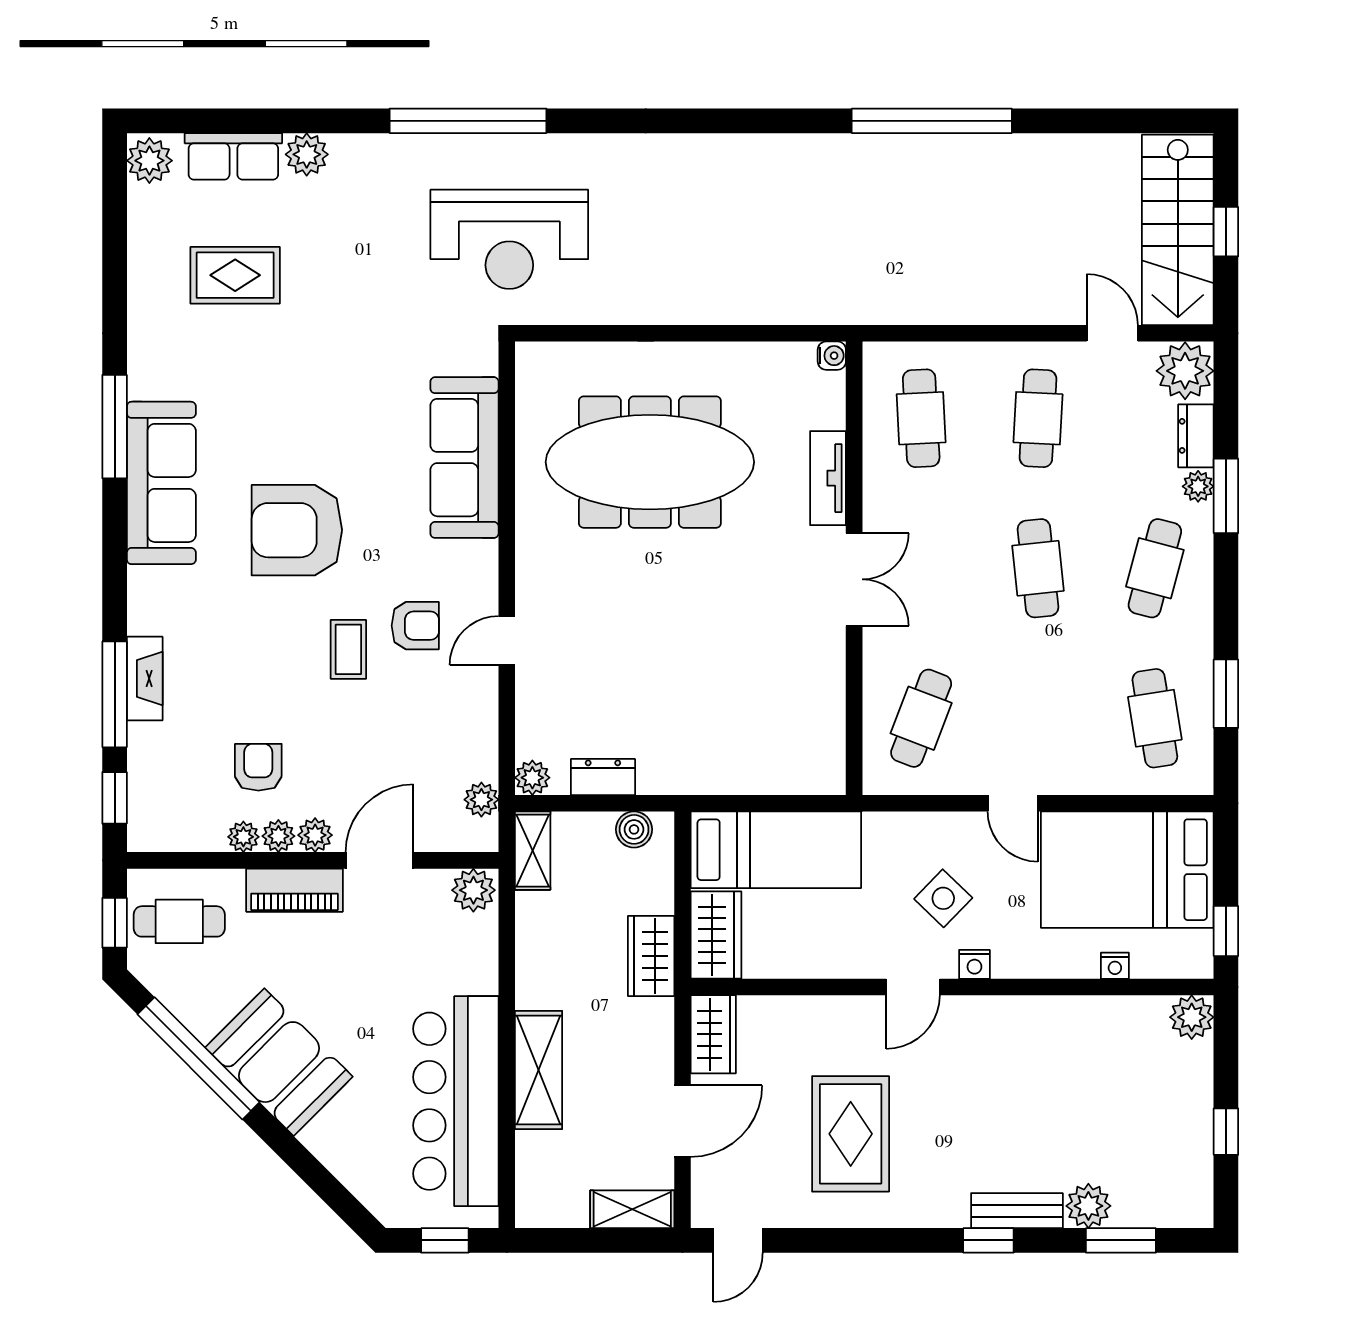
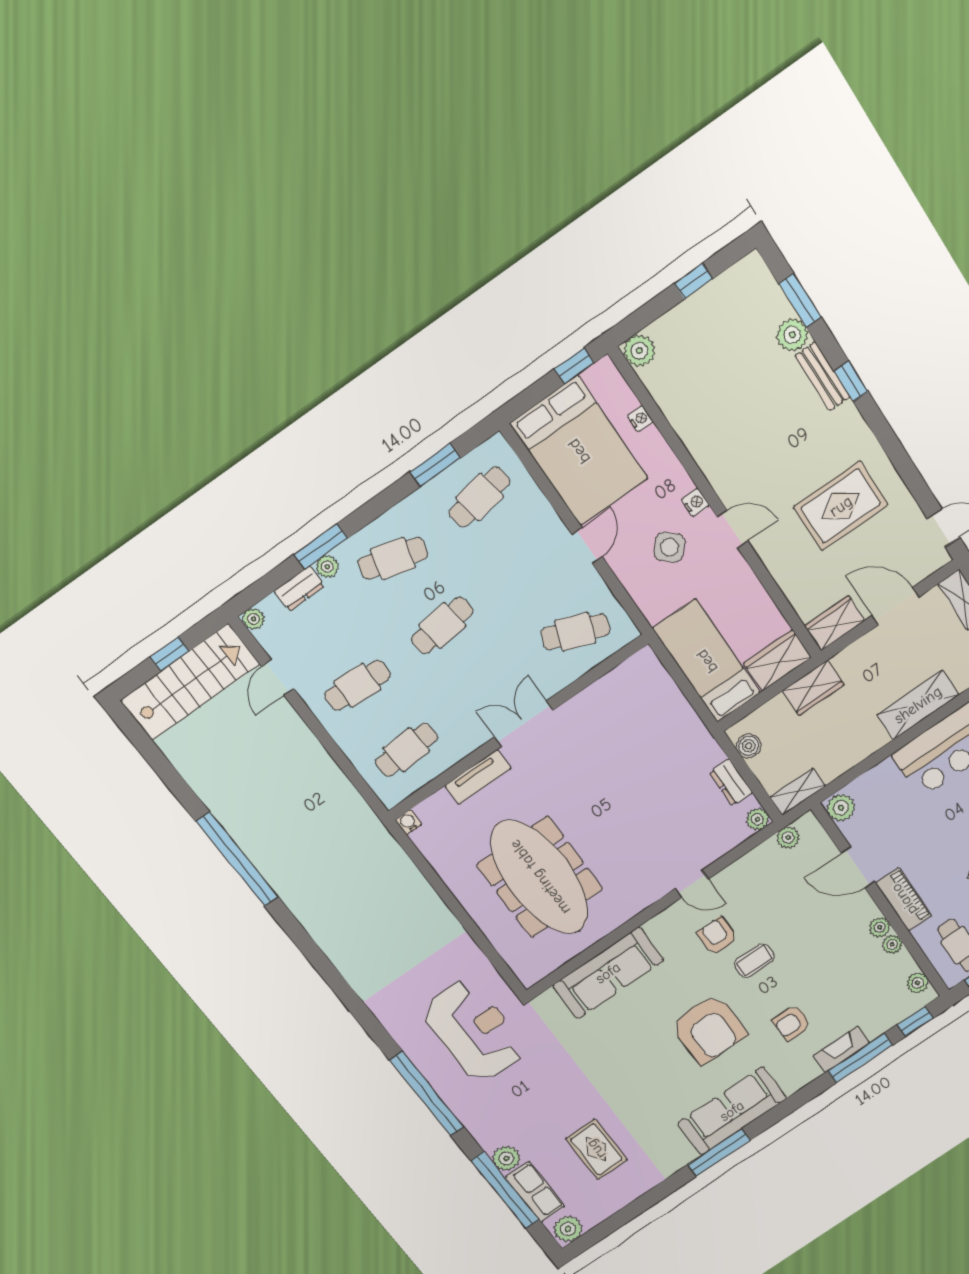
window: (264, 121) -> (505, 1190), added
plant: (1185, 371) -> (253, 619), width x0.53, depth x0.53
armchair: (258, 767) -> (792, 1023), moved
plant: (315, 835) -> (918, 983), moved

